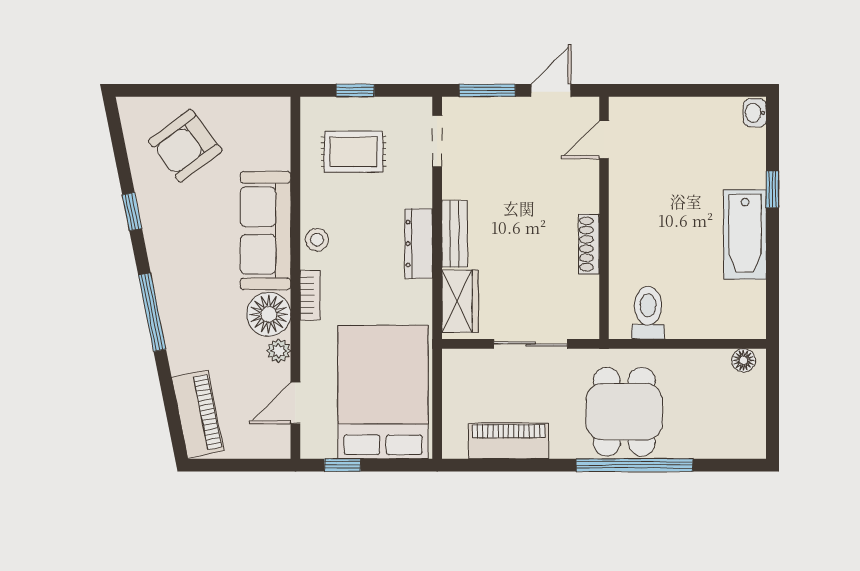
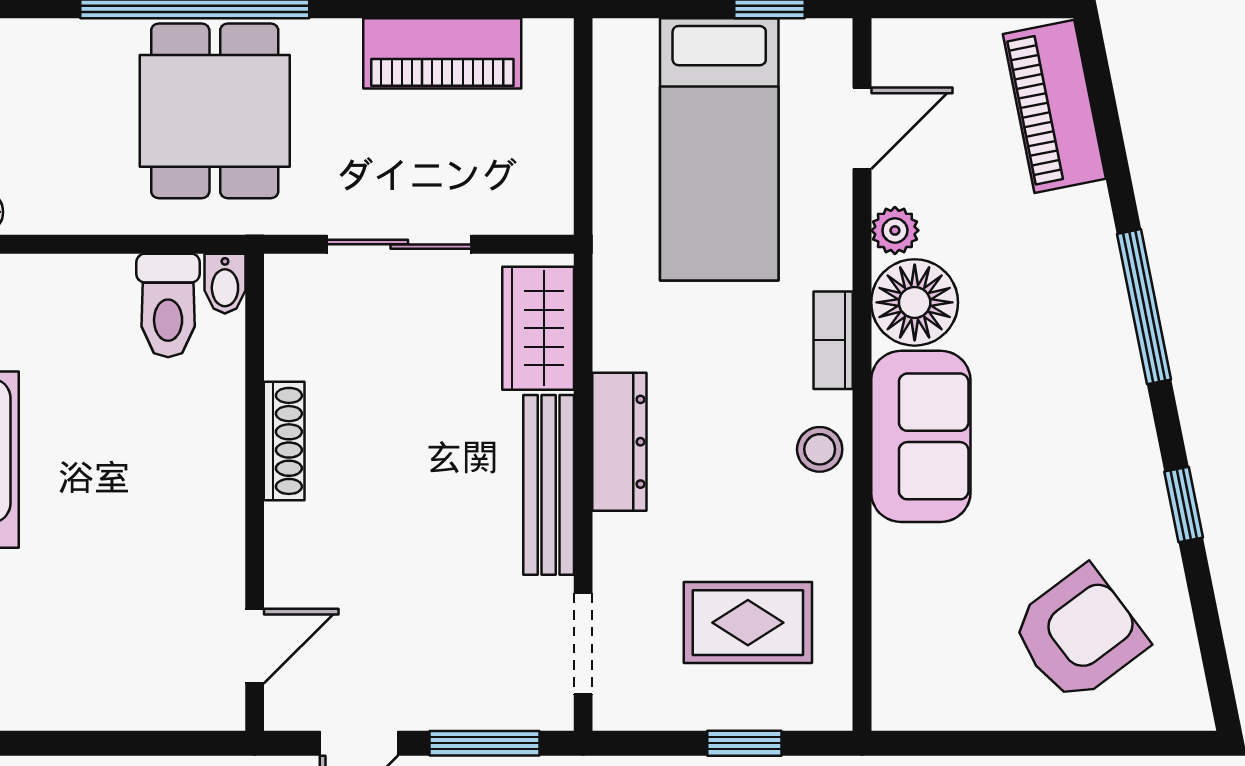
sofa: (266, 231) -> (921, 436), width x0.73
bench: (455, 234) -> (549, 485), width x1.36
bidet: (619, 324) -> (225, 284), added
bed: (383, 392) -> (719, 149), width x0.67

